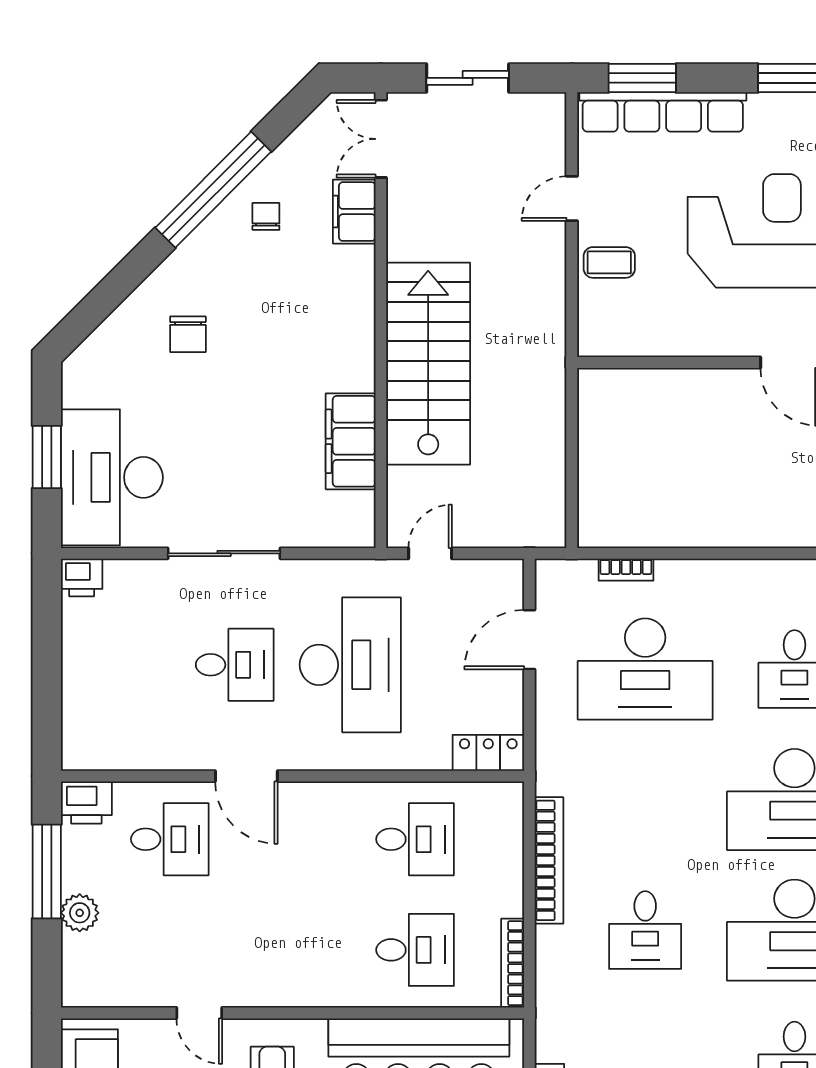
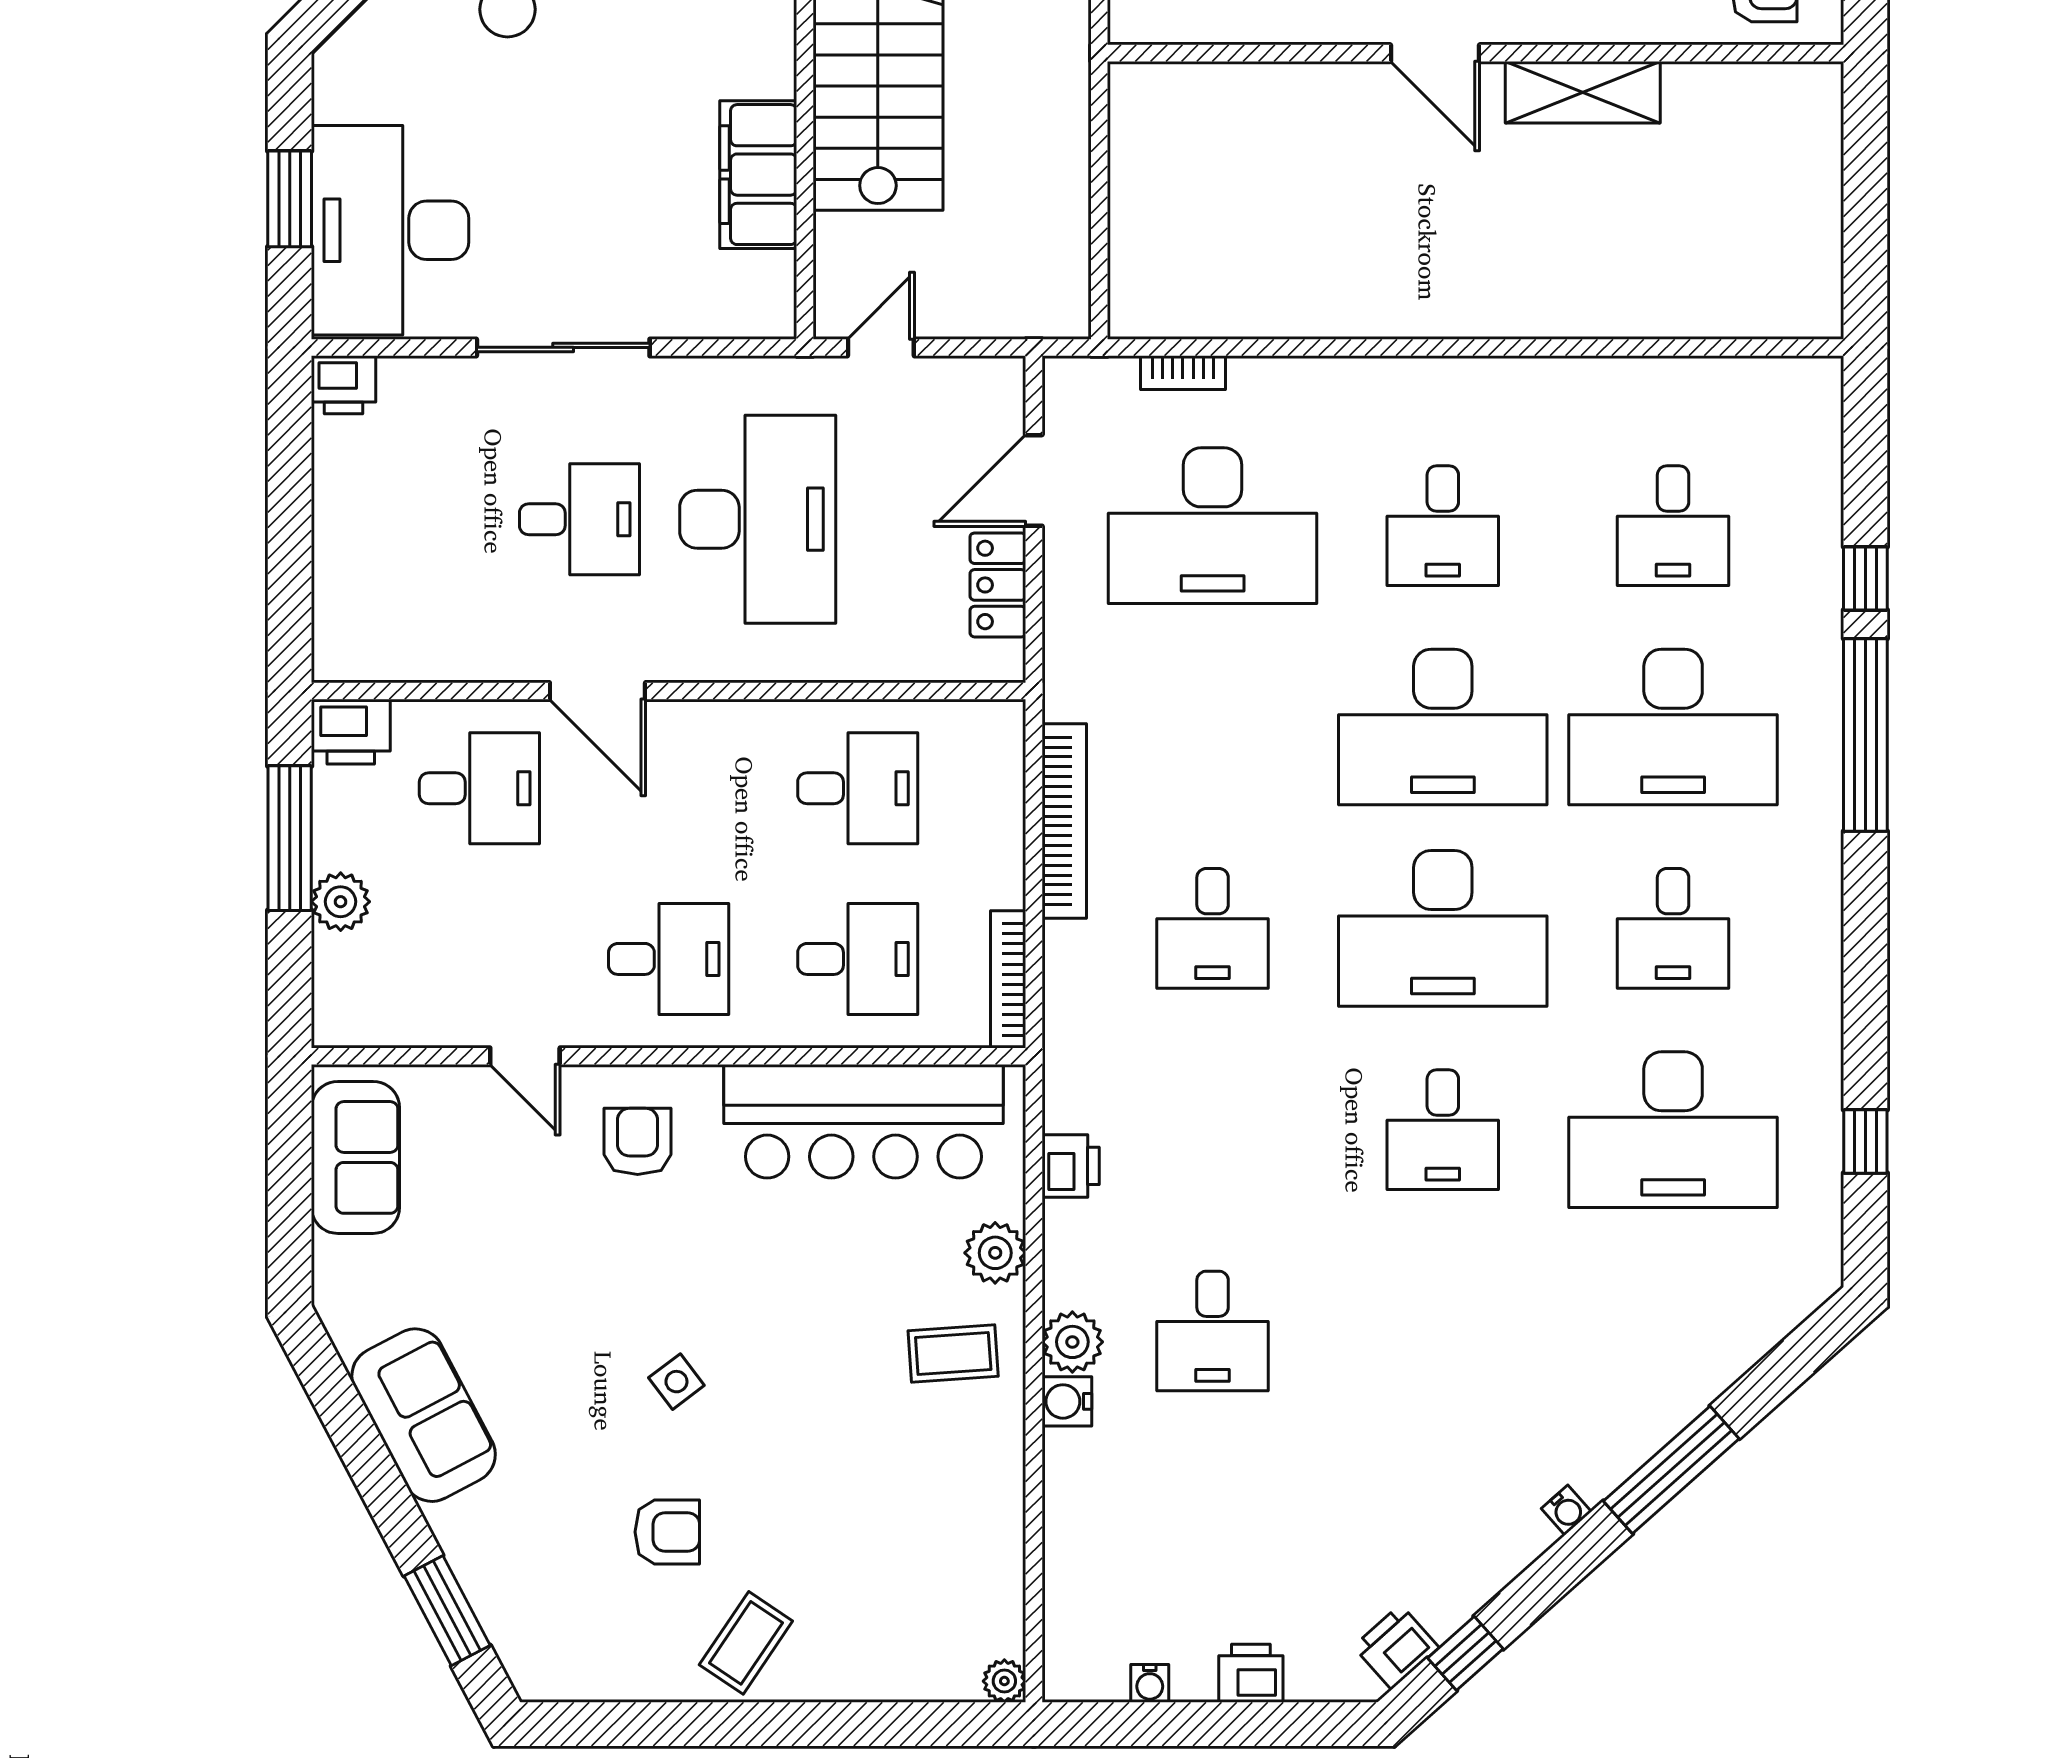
locker: (488, 753) -> (998, 585), moved, turned -90
desk: (292, 950) -> (669, 959), added

